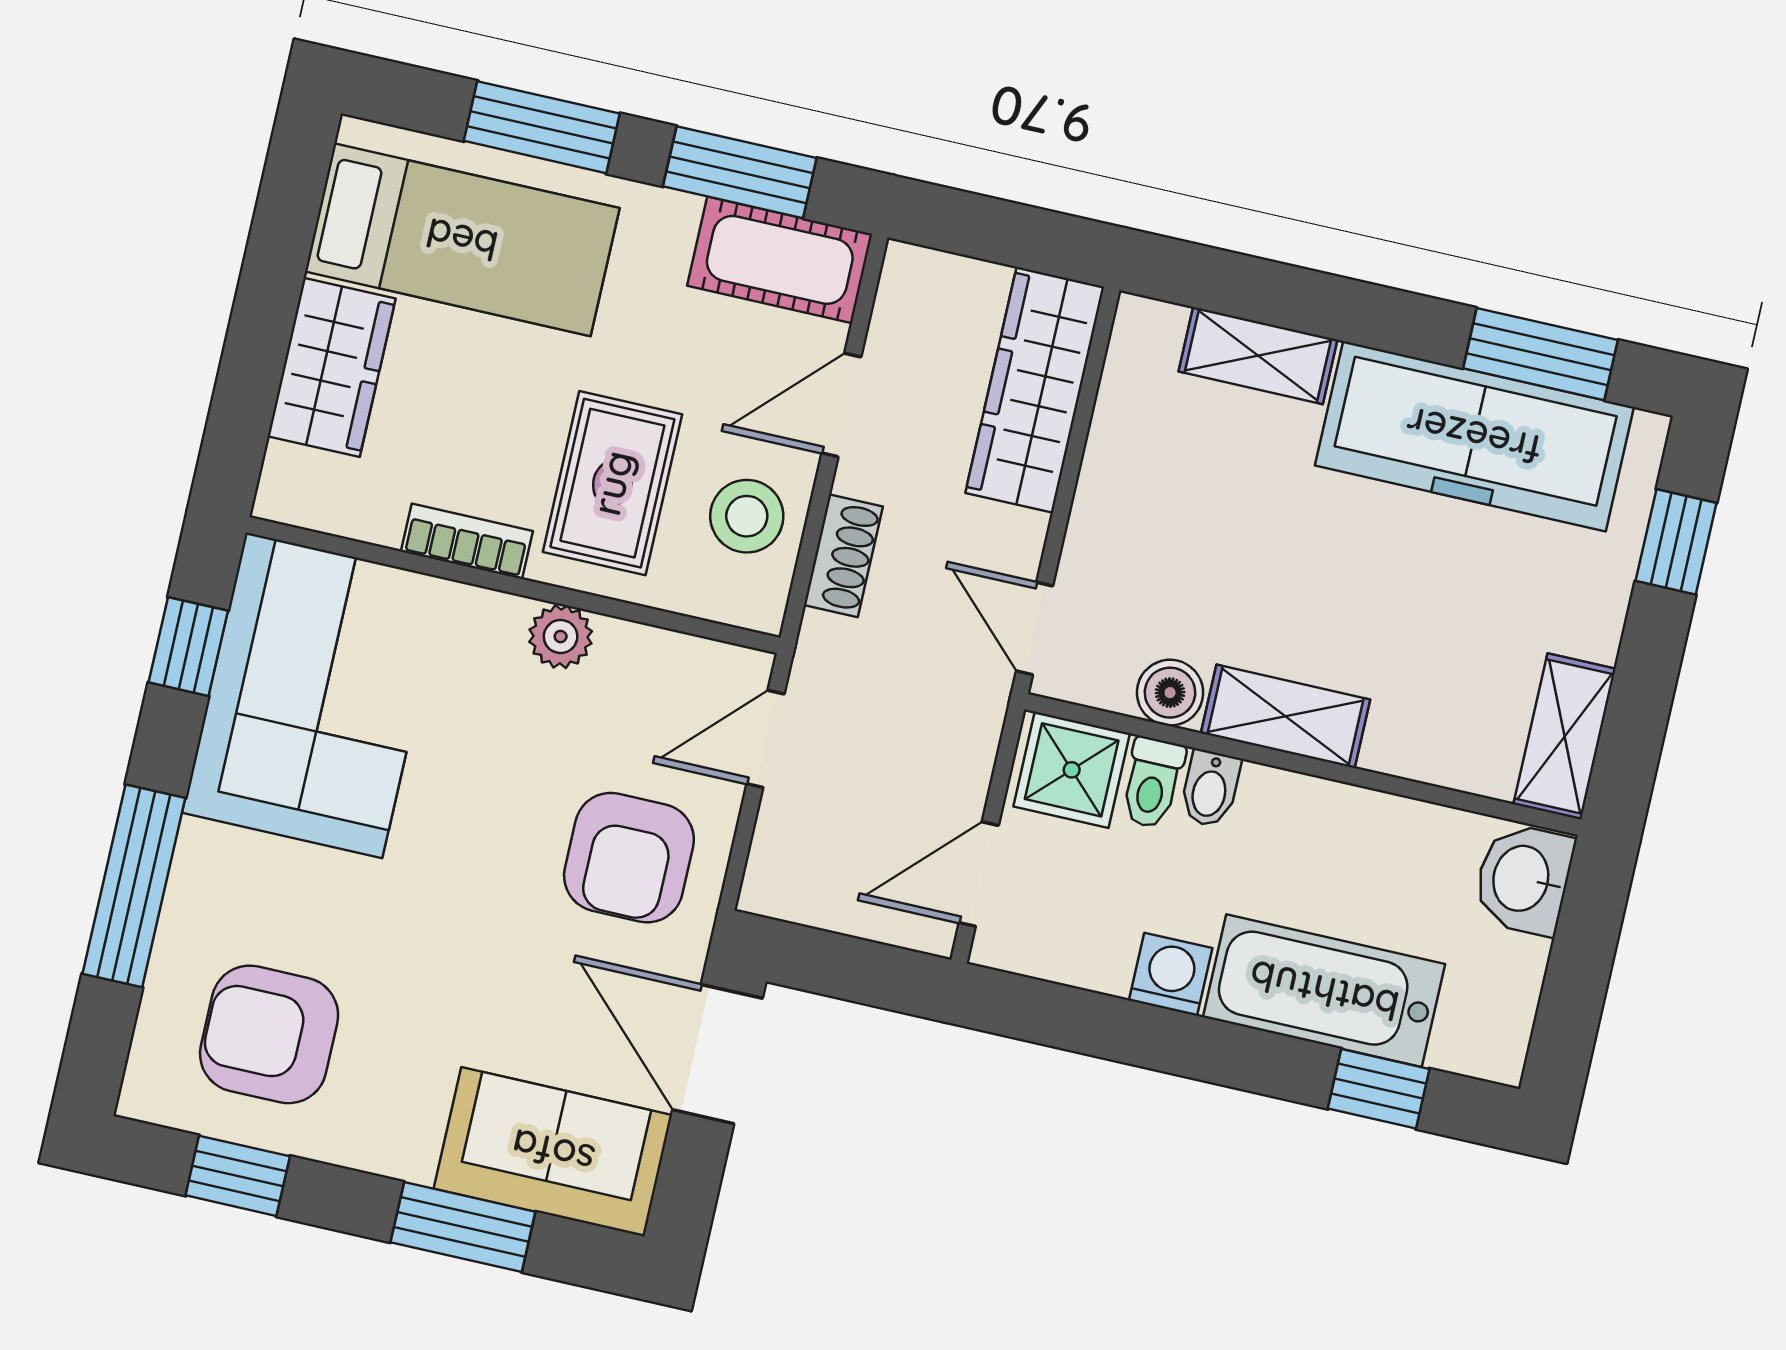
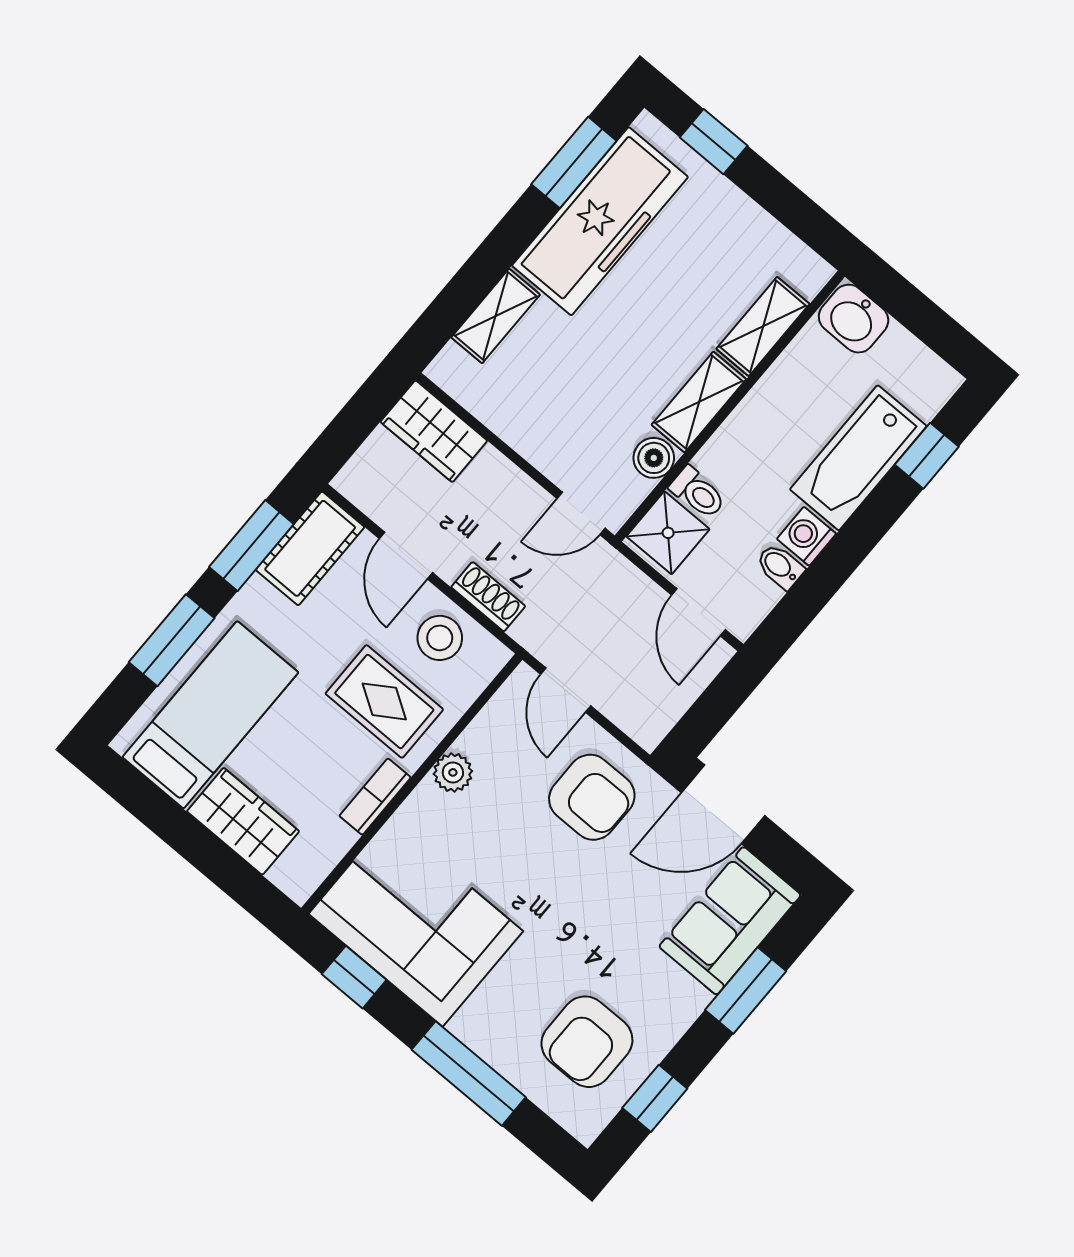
wardrobe: (1035, 390) -> (434, 431), width x0.67
shelving: (1565, 737) -> (763, 326), moved, turned 90
bidet: (1210, 789) -> (780, 566), moved, turned 180

